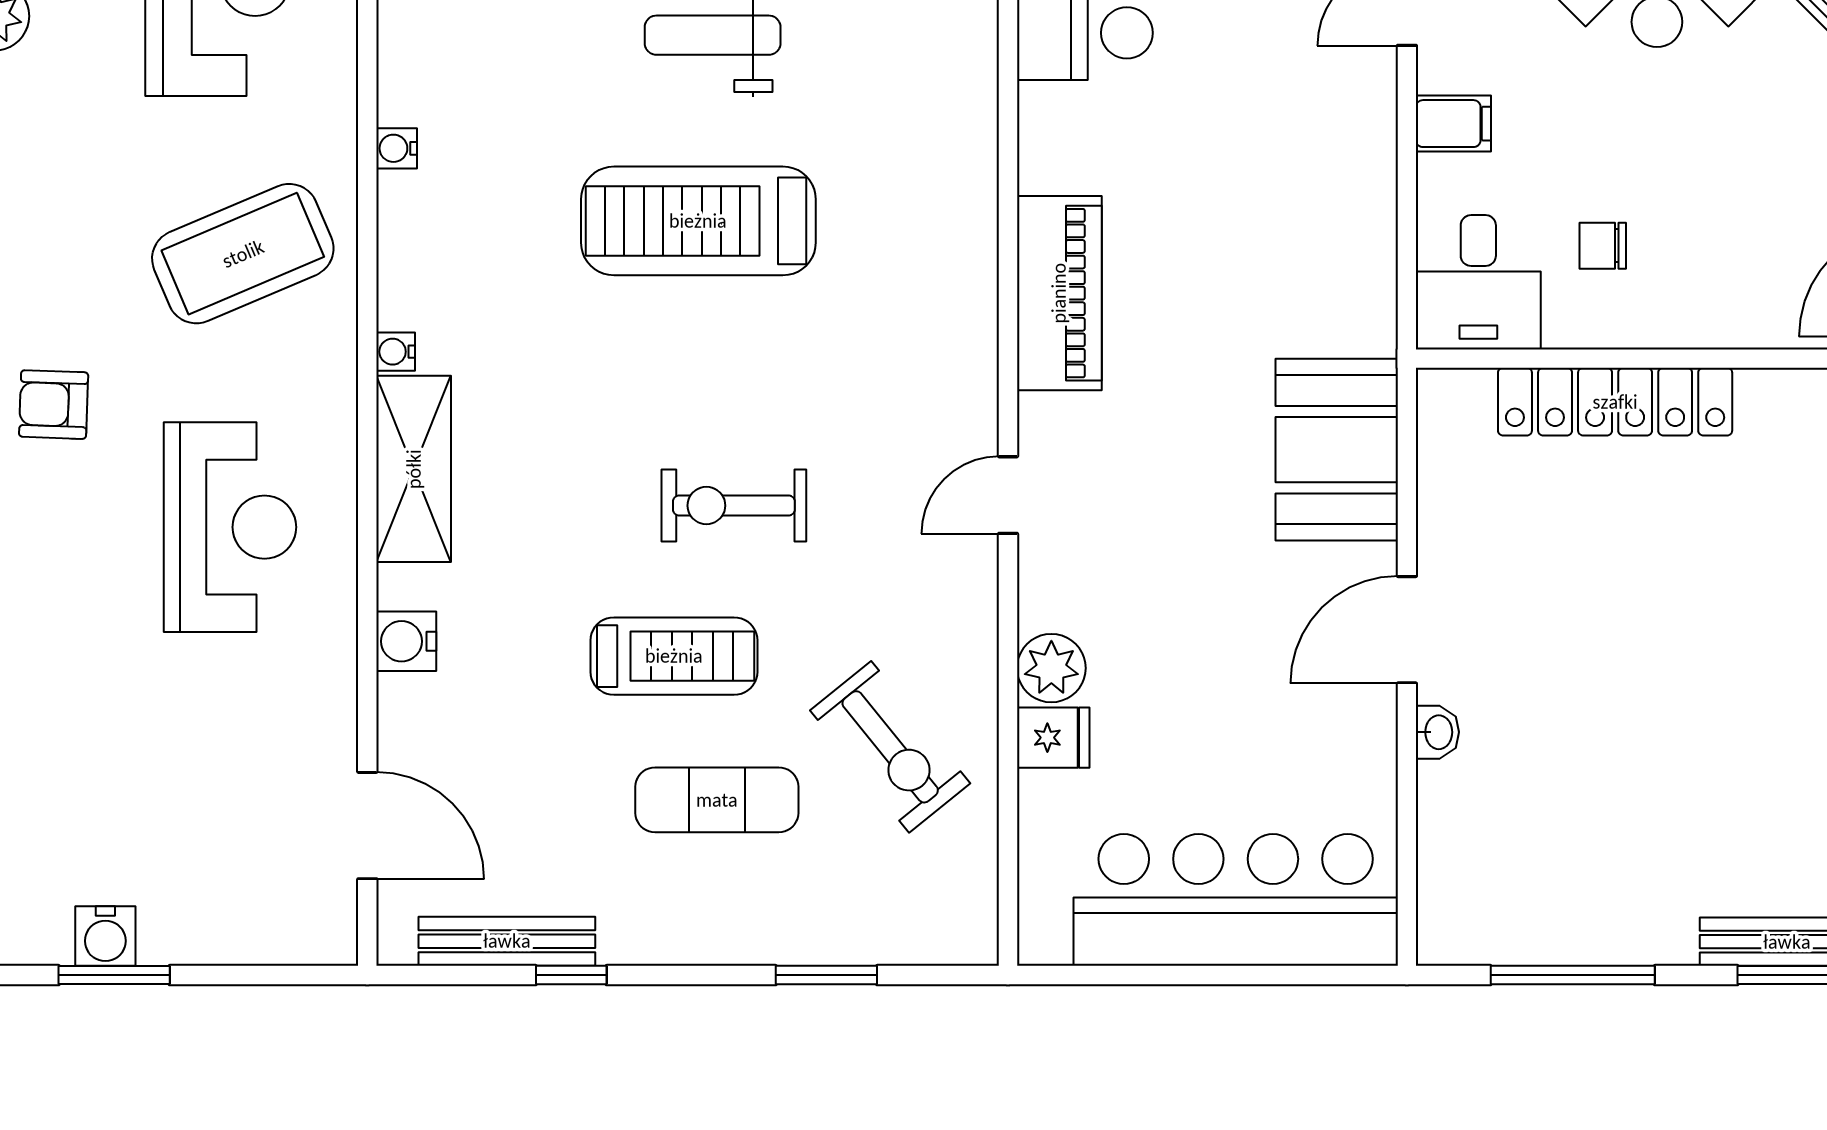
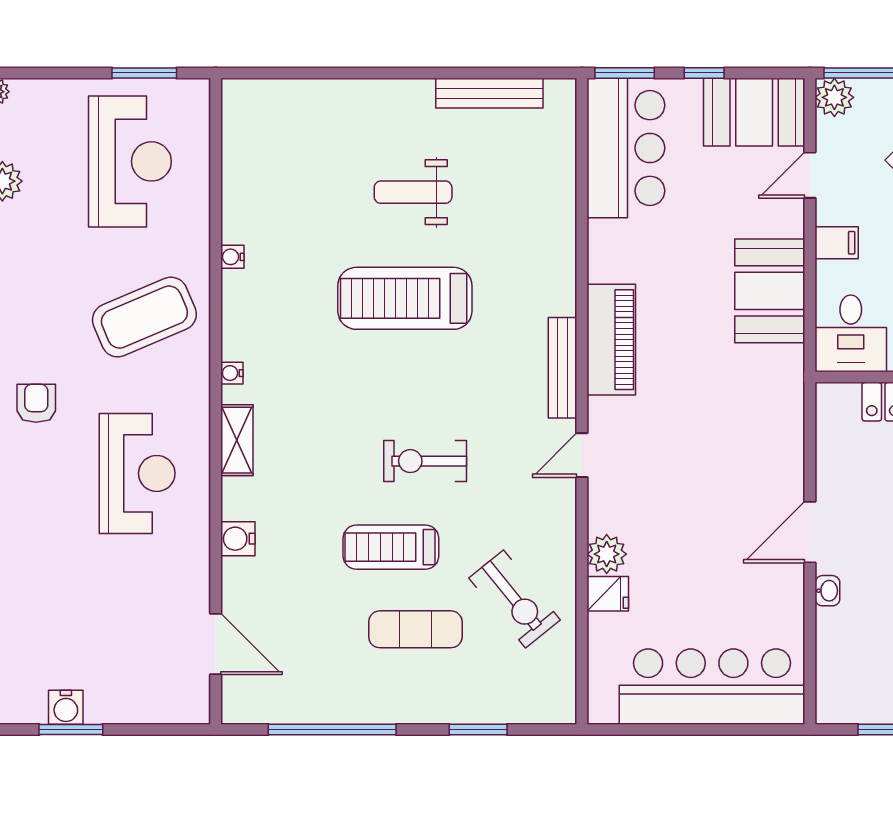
armchair: (54, 405) -> (36, 403), turned 88
booth: (1337, 450) -> (770, 291), moved
shelving: (414, 469) -> (237, 440), width x0.67, depth x0.75
treadmill: (674, 656) -> (391, 547), turned 180
bench: (507, 941) -> (563, 368), moved, turned 90
window: (571, 975) -> (332, 730), width x3.17

